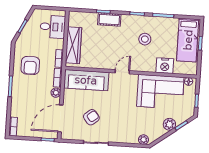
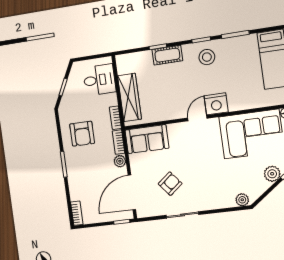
stool: (145, 39) -> (207, 57), moved
nightstand: (165, 66) -> (216, 104), moved
sofa: (86, 80) -> (147, 139), width x0.73

